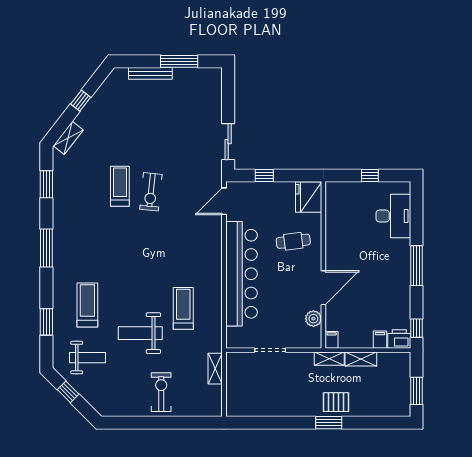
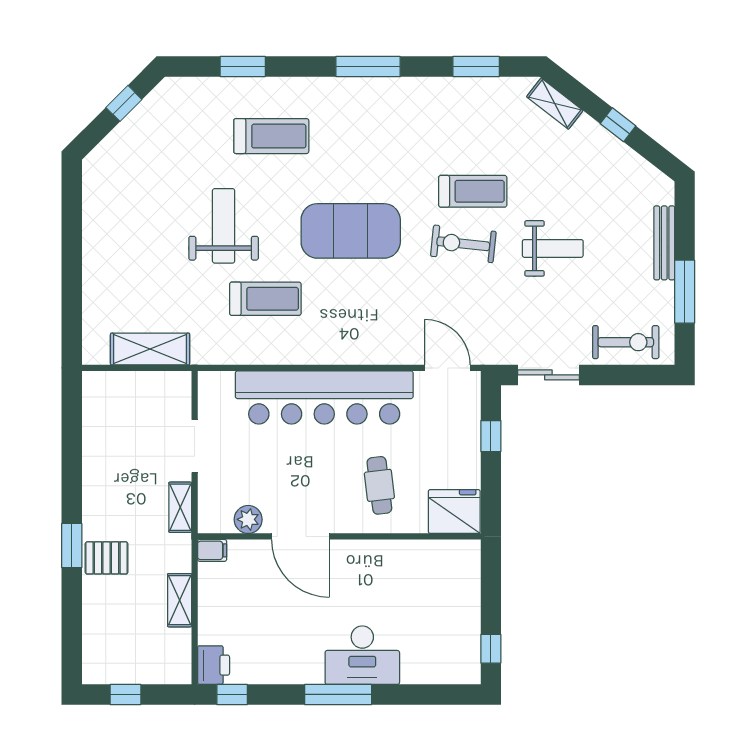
window: (370, 176) -> (491, 649), moved
desk: (393, 216) -> (362, 655), moved
exercise mat: (143, 258) -> (351, 231), added
filing cabinet: (380, 340) -> (212, 633), removed
weight bench: (87, 358) -> (553, 248), moved, turned -90
shelving: (329, 359) -> (180, 507), moved
shelving: (215, 369) -> (150, 349), width x1.50, depth x1.33
window: (416, 391) -> (126, 694), width x0.67
exercise bike: (161, 392) -> (626, 342), moved
pallet: (336, 402) -> (107, 558), turned 90

